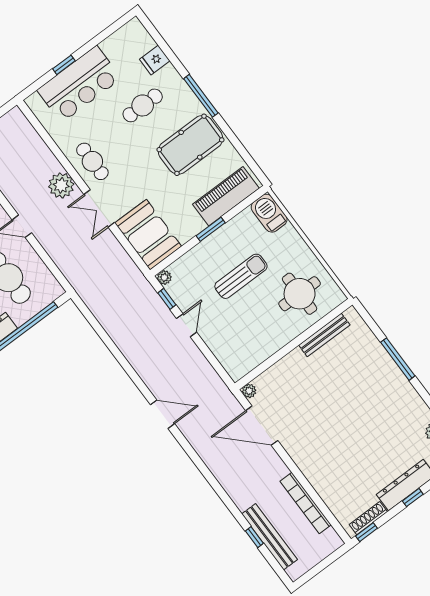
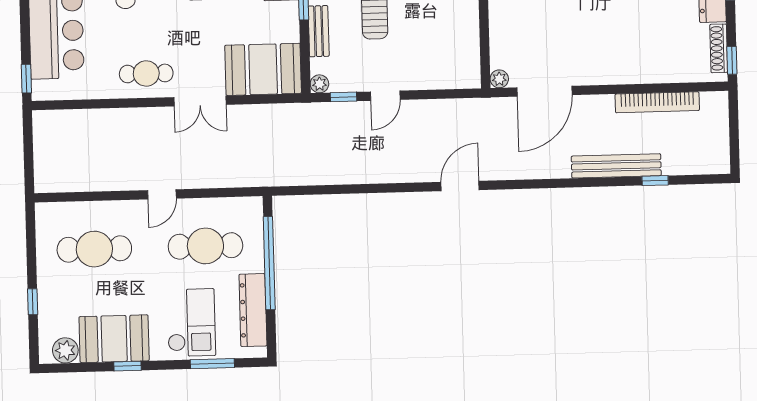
window: (64, 65) -> (26, 79), moved
plant: (61, 185) -> (148, 123), removed
bench: (198, 253) -> (319, 31), added
door: (187, 325) -> (385, 96), swing flipped
bench: (270, 537) -> (616, 166), moved

